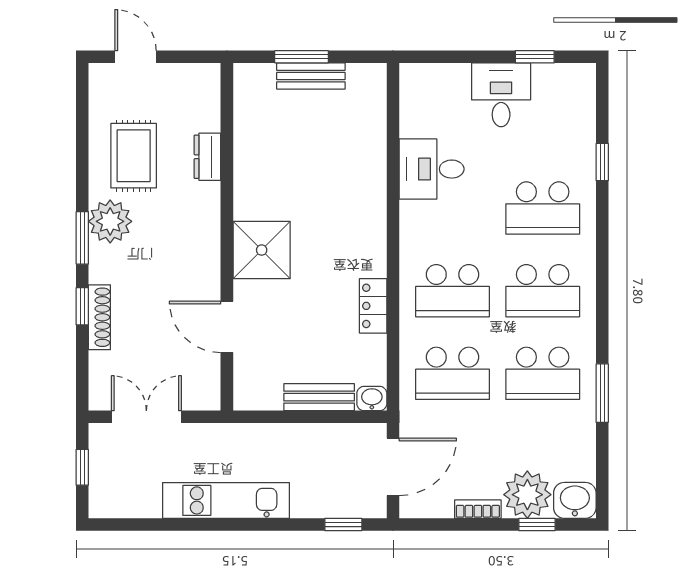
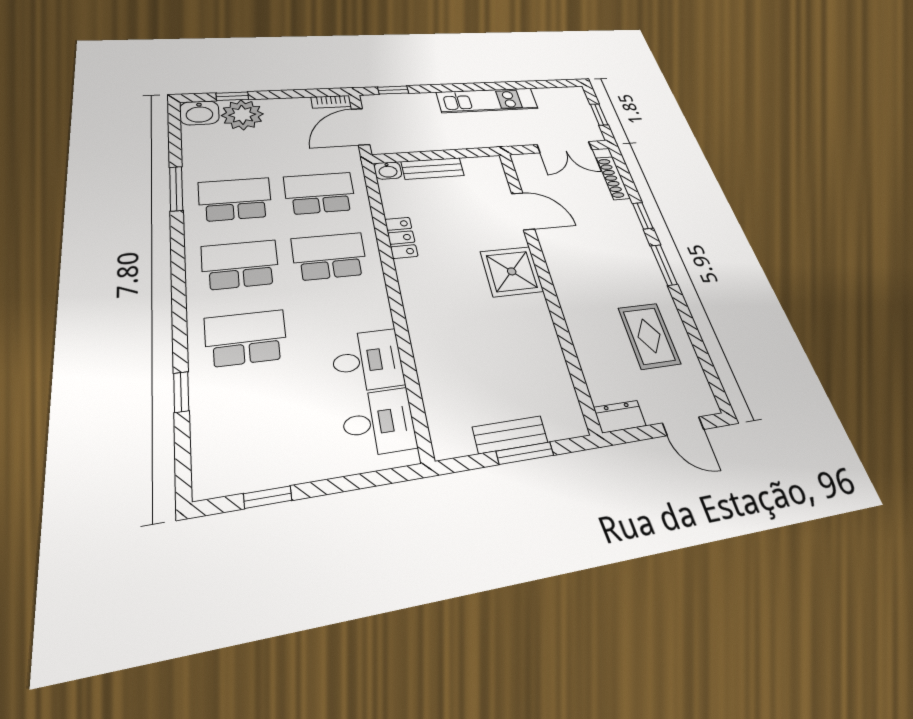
desk: (501, 95) -> (378, 422), moved, turned -90
dresser: (207, 157) -> (620, 417), moved, turned -90
plant: (110, 221) -> (647, 280), removed
shoe rack: (99, 317) -> (613, 178), moved
bookcase: (478, 509) -> (331, 102), moved

